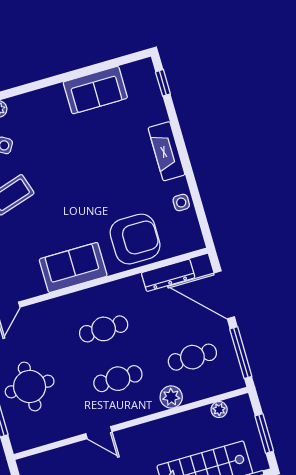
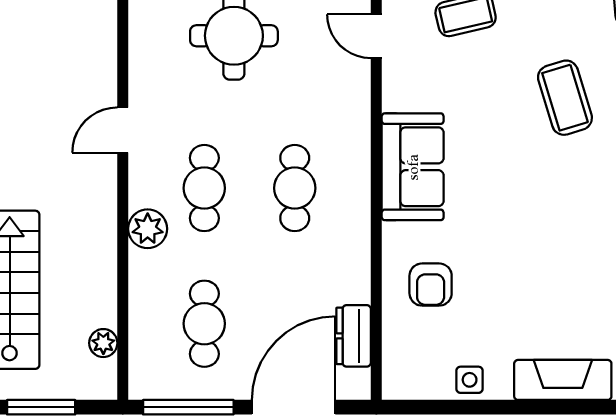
armchair: (135, 239) -> (431, 285), width x0.53, depth x0.53
dresser: (168, 275) -> (354, 336), width x0.70
plant: (171, 397) -> (148, 229), moved

